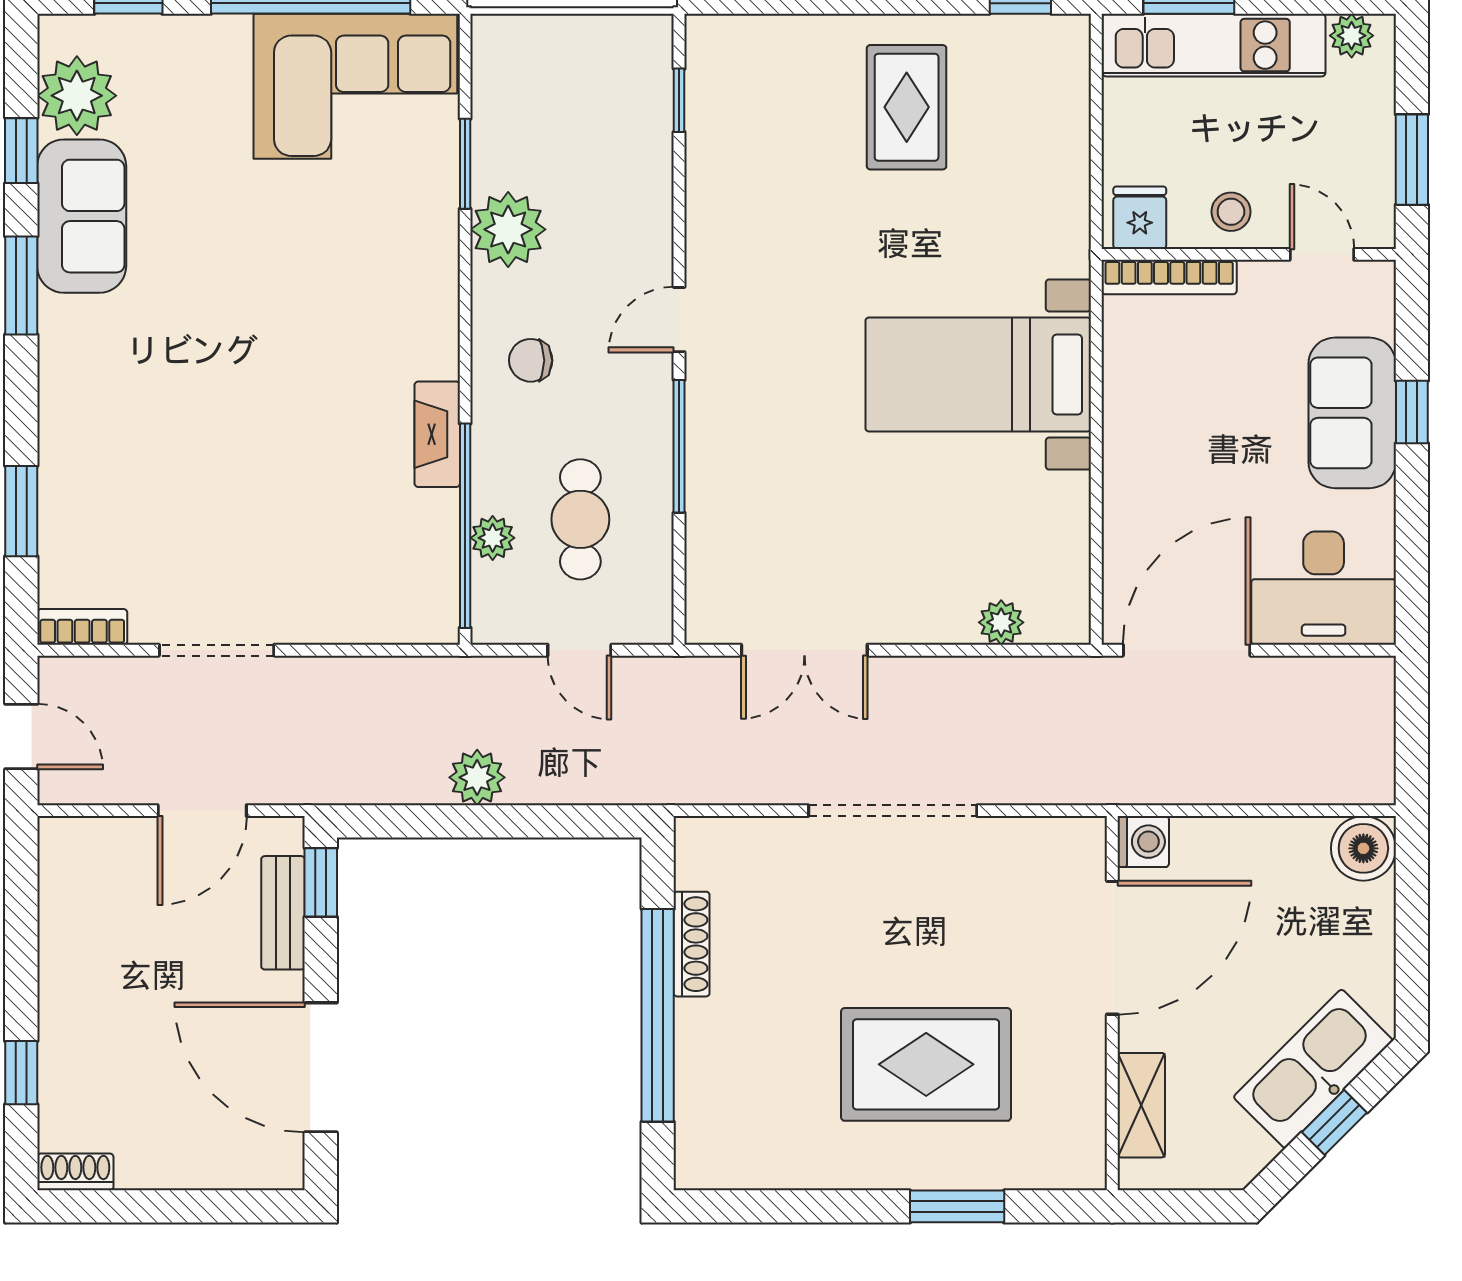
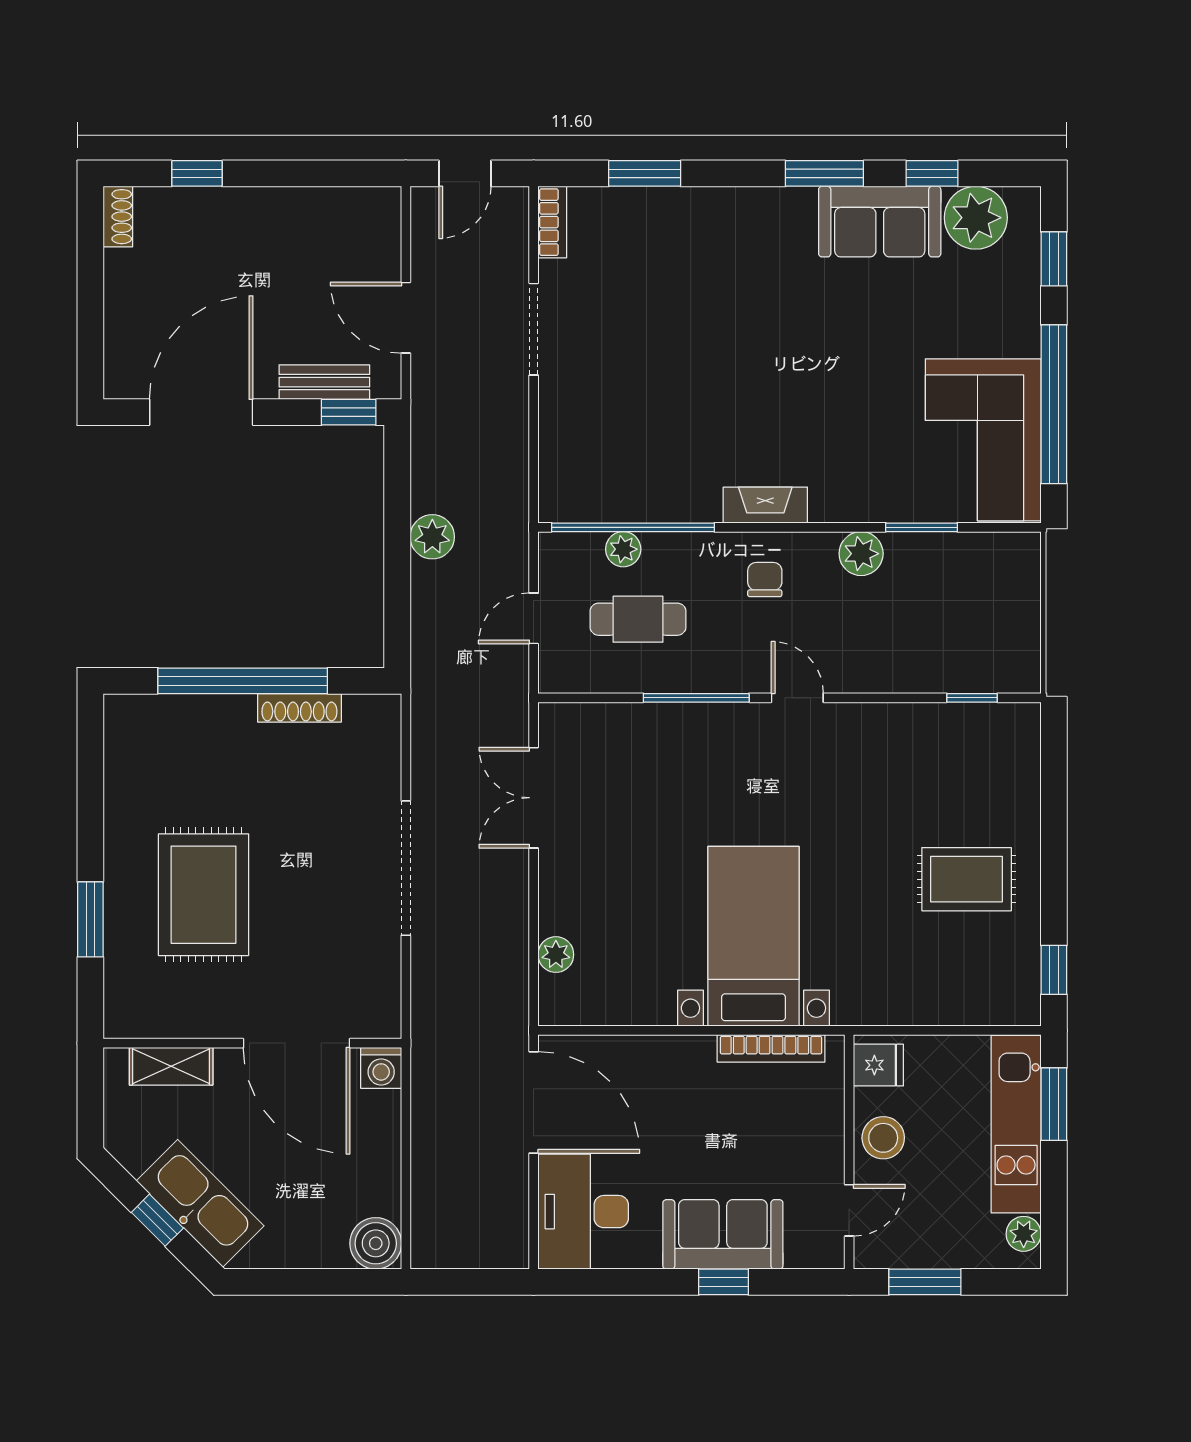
stool: (1231, 212) -> (883, 1138), width x1.37, depth x1.37
plant: (508, 229) -> (861, 554), width x0.73, depth x0.73
bookcase: (1169, 277) -> (771, 1048), moved, turned -90
fireplace: (437, 434) -> (765, 505), moved

